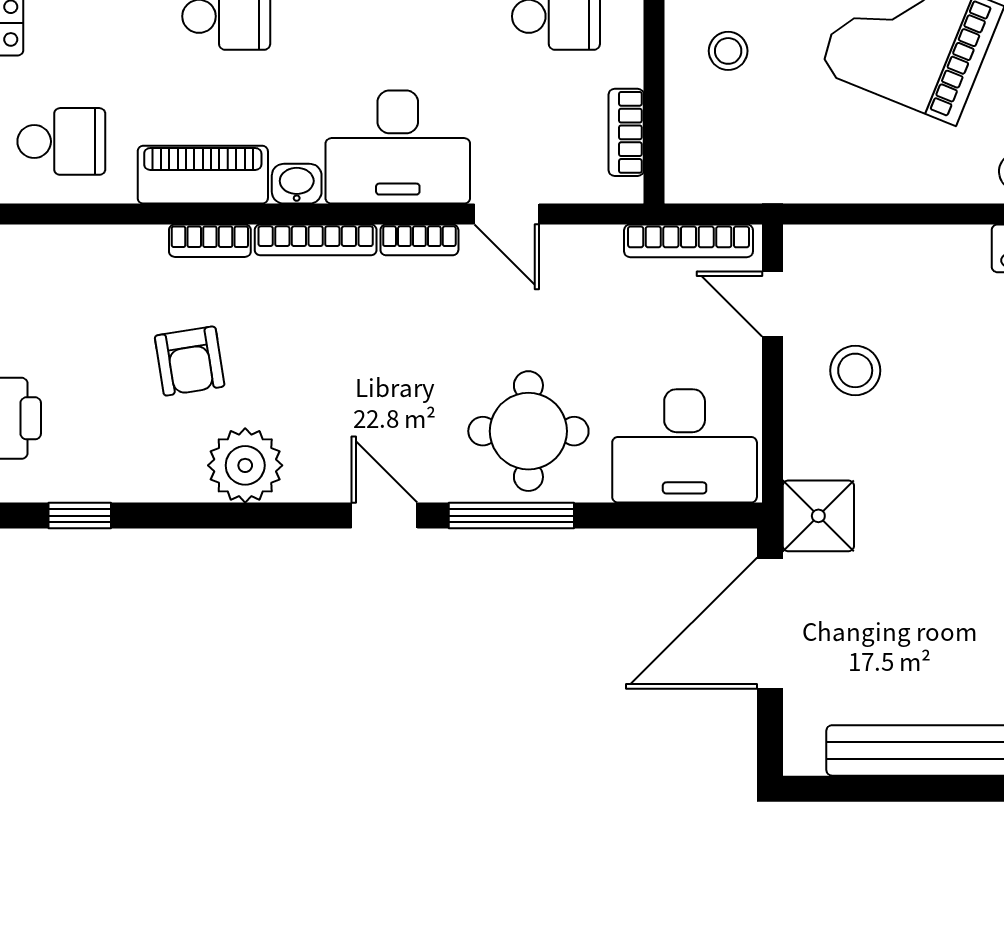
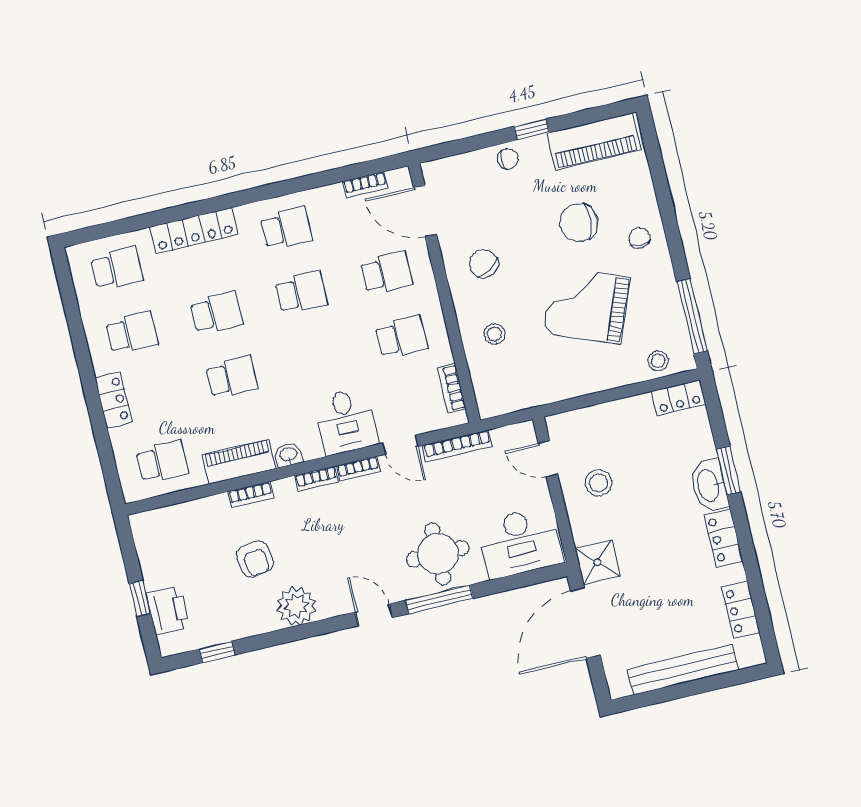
desk: (398, 147) -> (346, 421), width x0.73
bookcase: (316, 240) -> (316, 479), width x0.64
bookcase: (689, 241) -> (457, 446), moved

